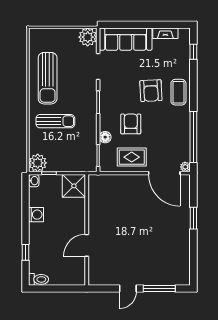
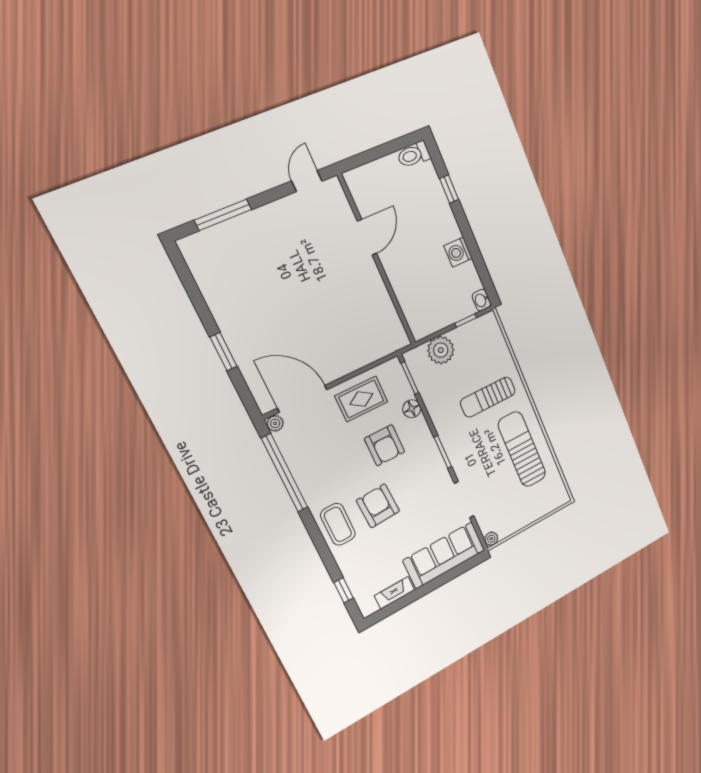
plant: (88, 37) -> (491, 539), width x0.53, depth x0.53
plant: (38, 163) -> (441, 350), moved
shower: (74, 186) -> (424, 318), removed
door: (128, 289) -> (307, 181), moved

